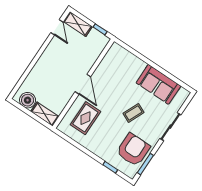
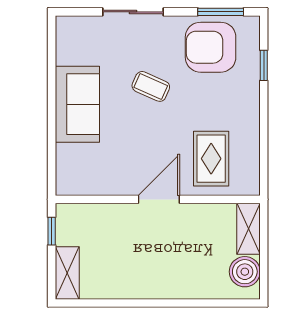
door: (57, 27) -> (95, 303), removed
sofa: (158, 84) -> (77, 104), moved
rug: (85, 118) -> (211, 159), turned 90

